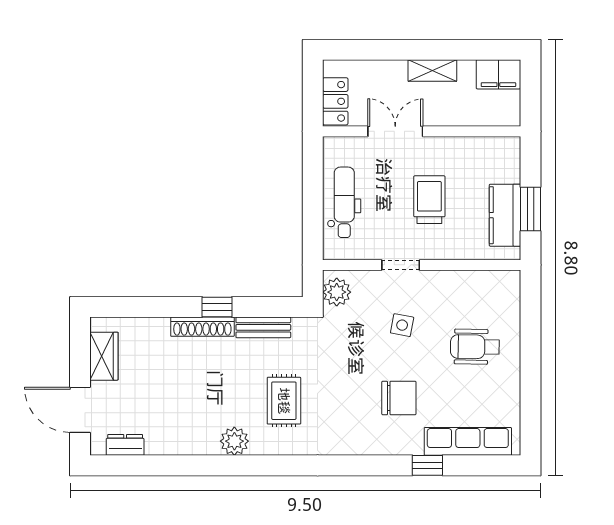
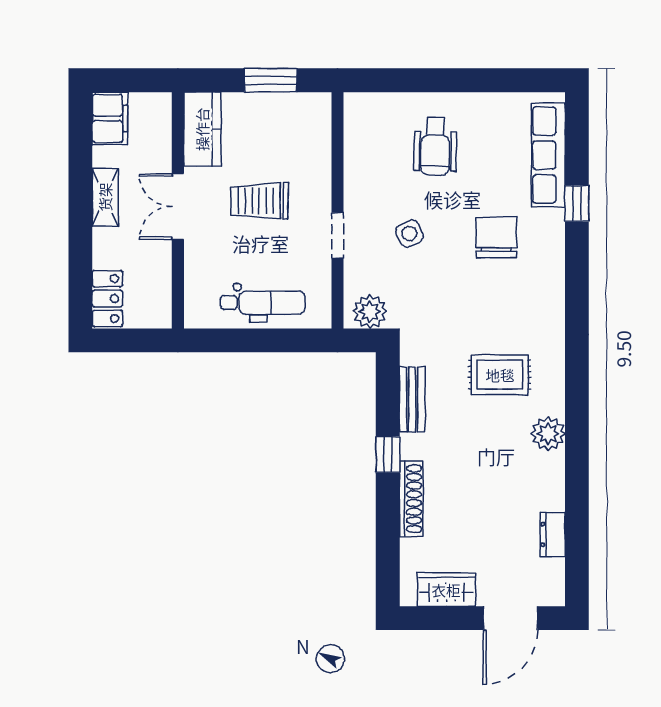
locker: (335, 101) -> (107, 299), moved, turned 90
double door: (395, 131) -> (178, 207), moved
dental chair: (344, 202) -> (263, 303), turned 180
kitchen counter: (505, 215) -> (202, 129), moved, turned -90
side table: (402, 325) -> (409, 234), turned -38
shoe rack: (202, 327) -> (411, 499), moved
dresser: (125, 445) -> (553, 535), moved

